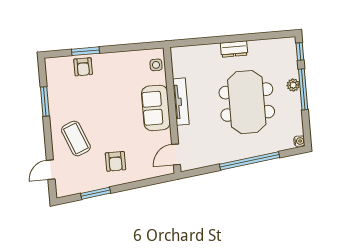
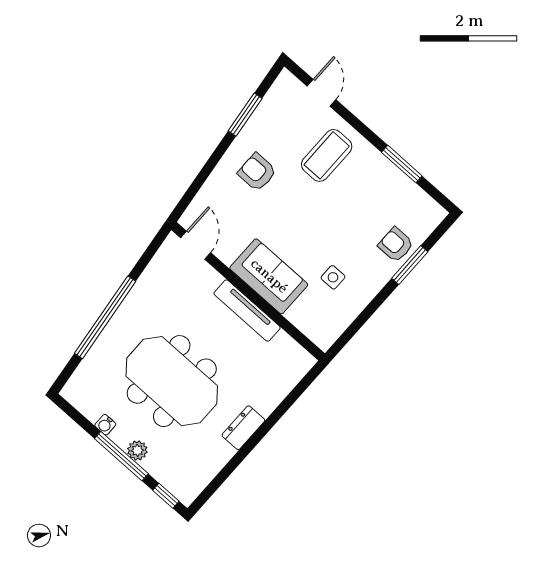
side table: (156, 65) -> (333, 277), moved
coffee table: (76, 138) -> (327, 155), turned -68
water cooler: (299, 141) -> (105, 425), moved

